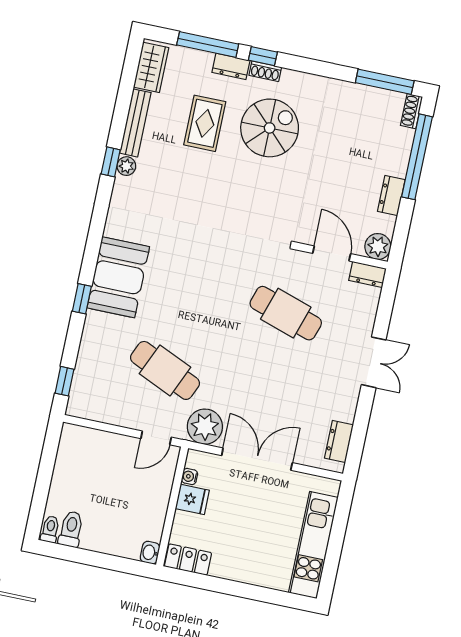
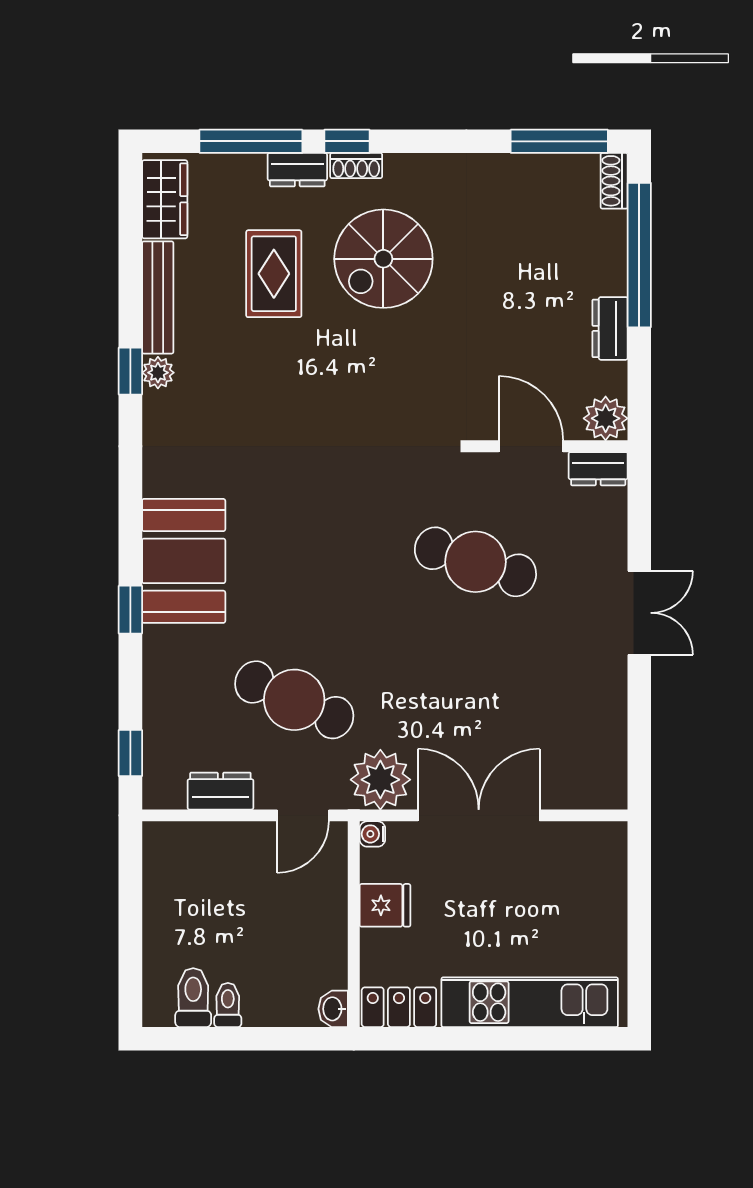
spiral stairs: (270, 128) -> (383, 259), turned 180
dresser: (339, 441) -> (220, 791), moved, turned 90
water cooler: (190, 477) -> (372, 834), moved
toilet: (50, 529) -> (228, 1005), moved
kitchen unit: (313, 545) -> (530, 1002), moved, turned 90

